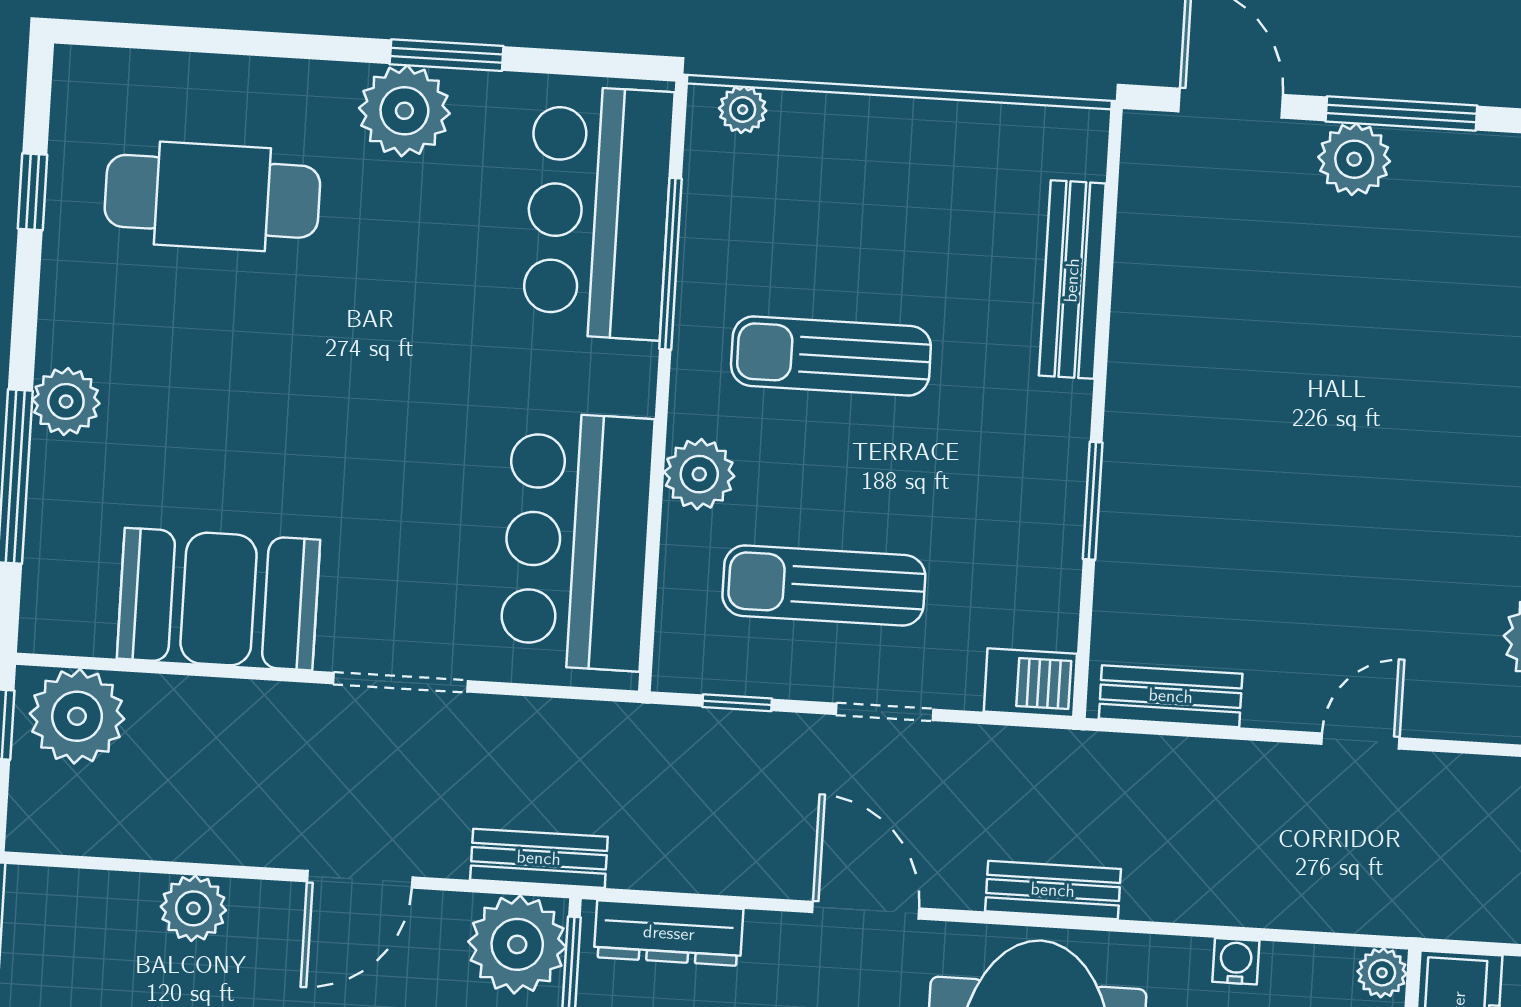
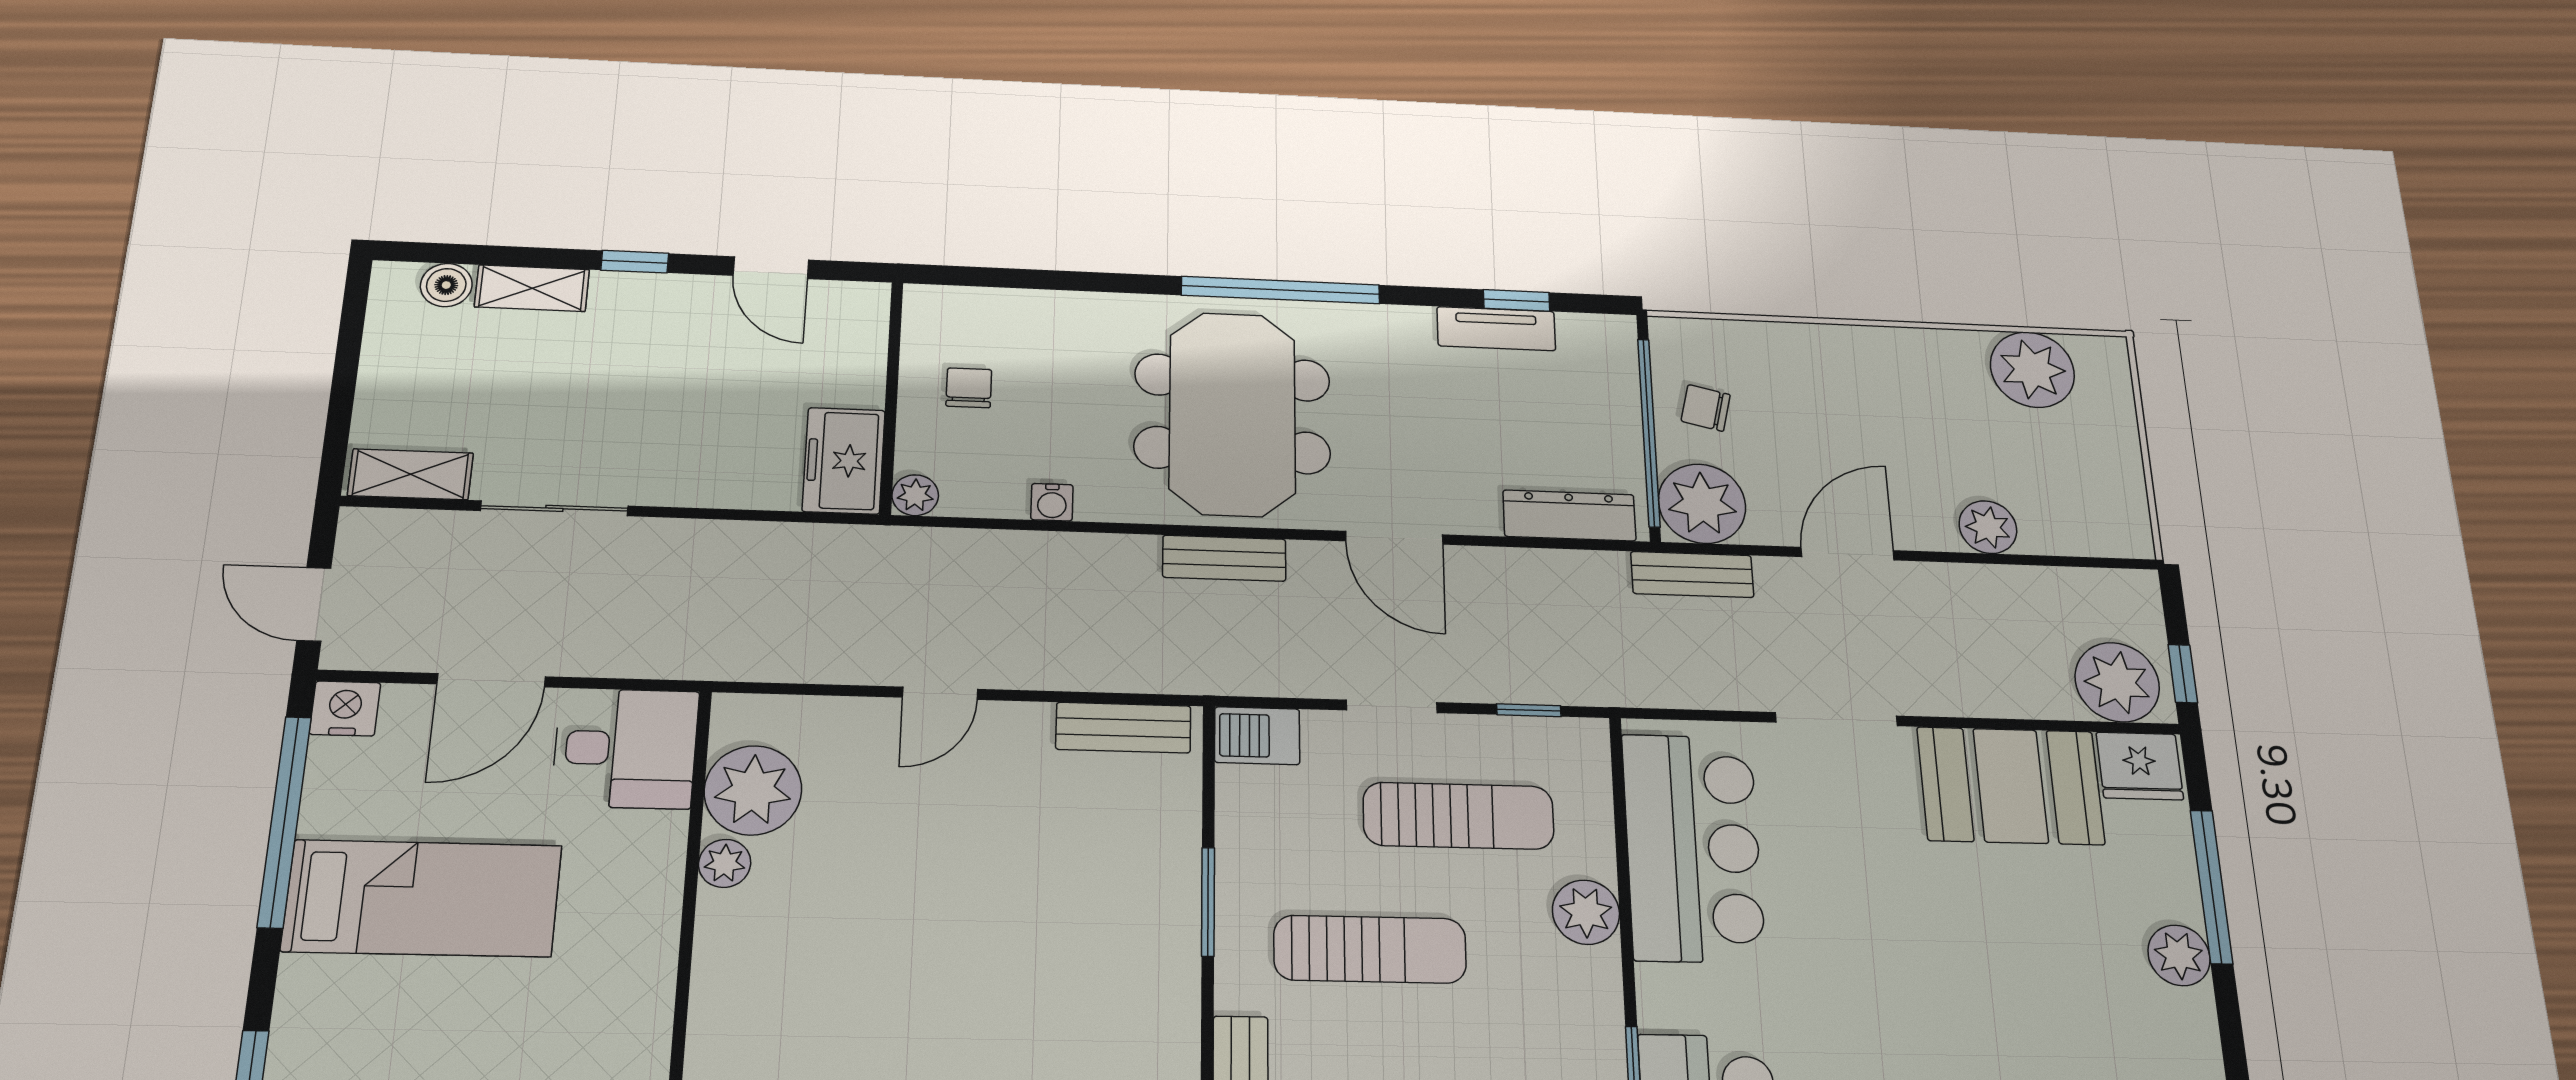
sun lounger: (831, 356) -> (1370, 949), moved
fridge: (70, 617) -> (2140, 766), added

